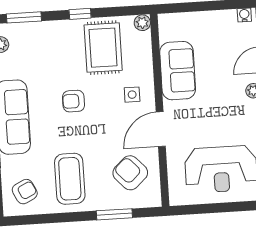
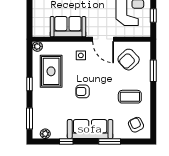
rug: (103, 48) -> (51, 71), turned 90
armchair: (74, 101) -> (83, 91), turned 90
coffee table: (70, 179) -> (130, 97), width x0.73, depth x0.76
window: (205, 209) -> (153, 16), added

